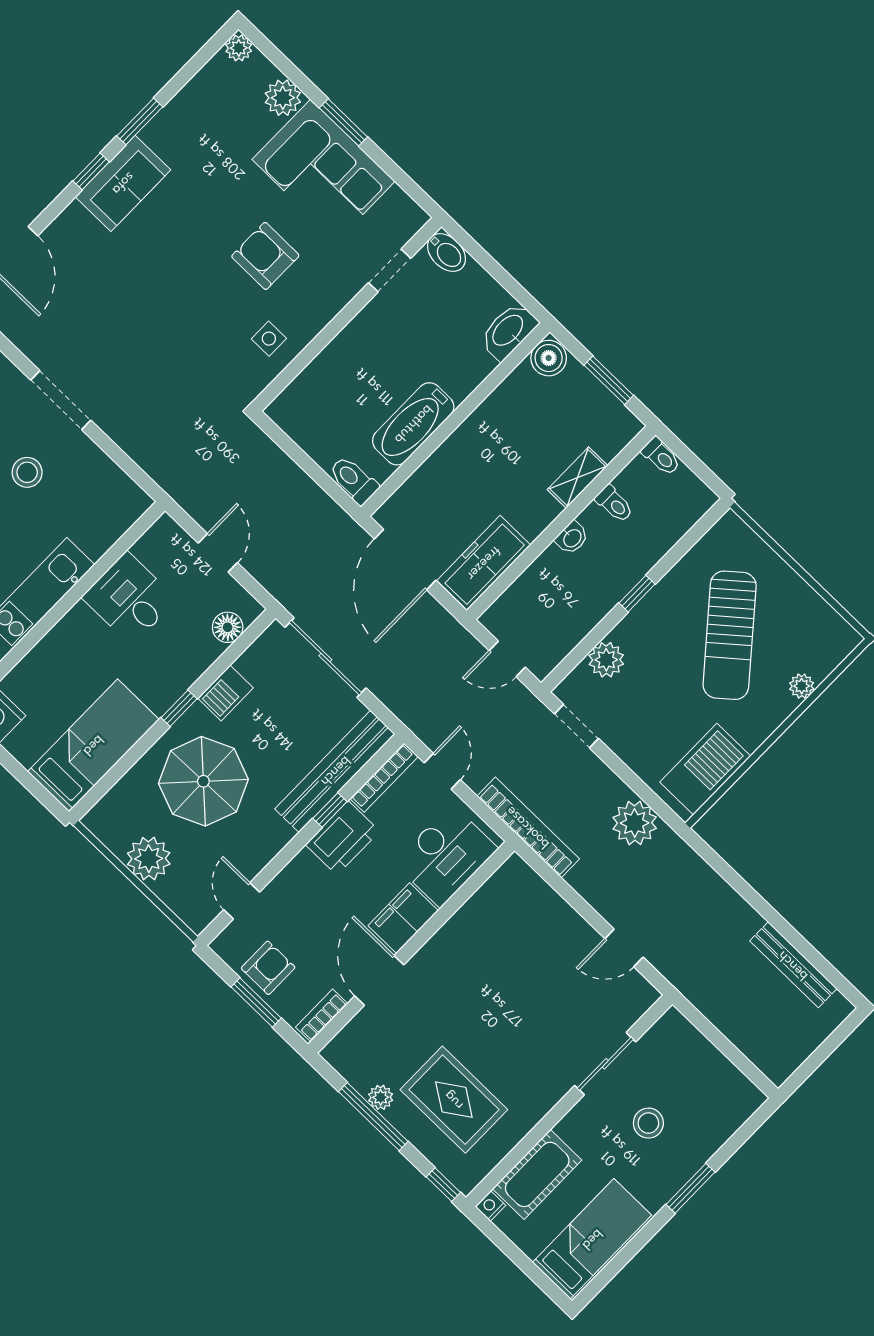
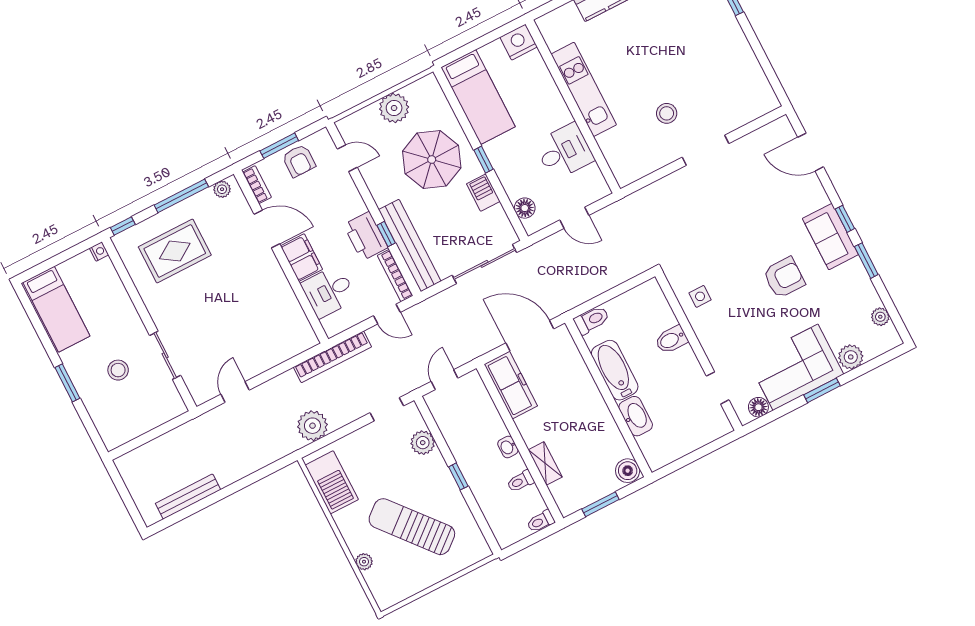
plant: (239, 48) -> (880, 317), moved
floor lamp: (397, 204) -> (758, 407), added
bidet: (446, 252) -> (671, 340), moved
armchair: (265, 256) -> (784, 278), moved
washbasin: (508, 331) -> (636, 416), moved
desk: (446, 856) -> (329, 291), width x0.73
plant: (381, 1097) -> (222, 189), moved
cot: (537, 1174) -> (109, 288), removed

